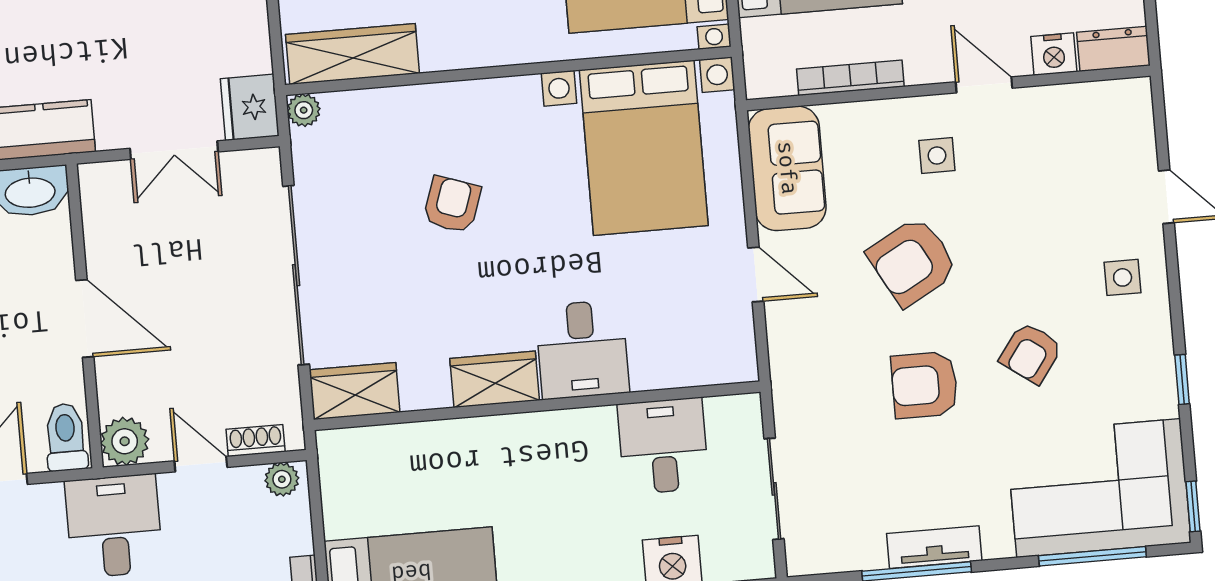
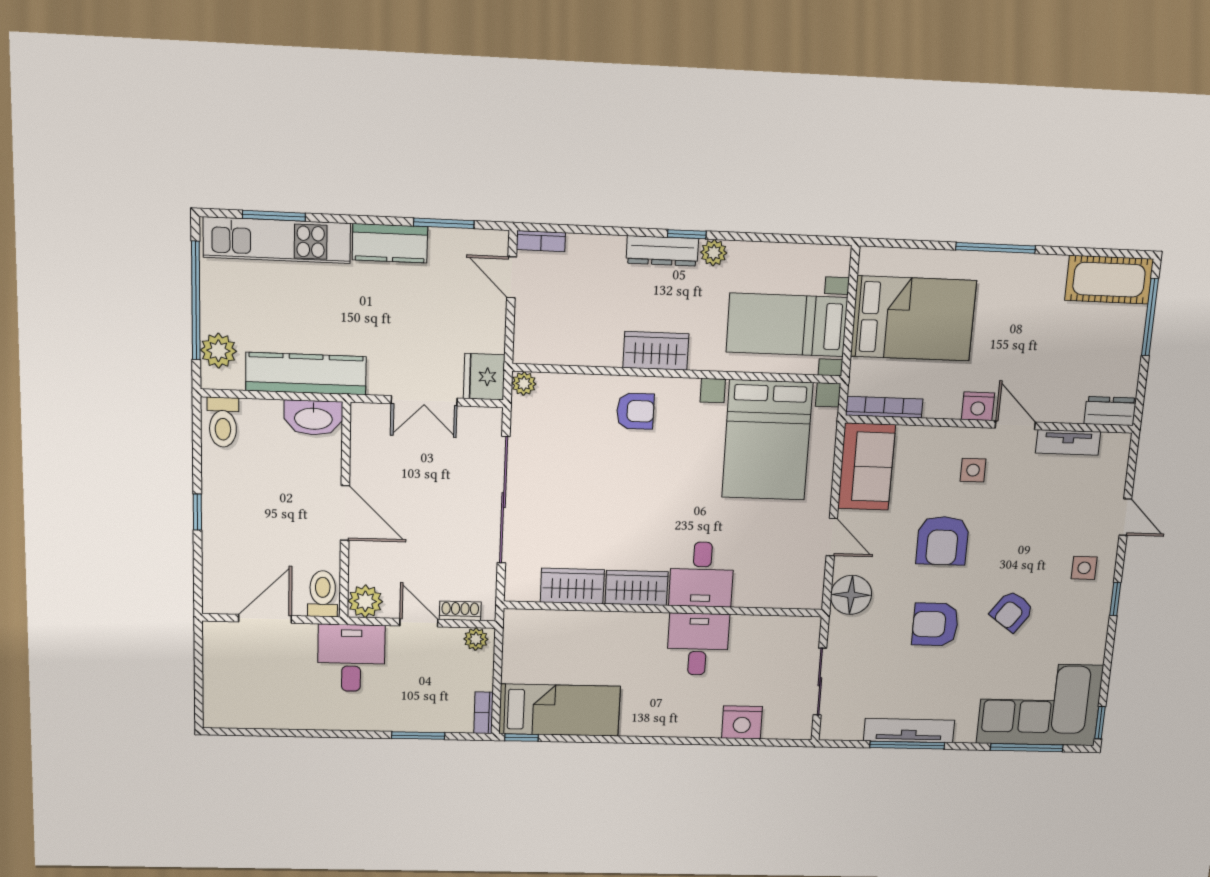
wardrobe: (352, 54) -> (656, 351), moved, width x0.67
nightstand: (1054, 54) -> (978, 406), moved
bookcase: (850, 78) -> (884, 407), moved
tv unit: (1063, 100) -> (1068, 442), added
armchair: (452, 205) -> (635, 411), moved, turned 71
armchair: (912, 261) -> (942, 541), turned -61
floor lamp: (797, 355) -> (851, 595), added
window: (1182, 379) -> (1115, 599), moved
wardrobe: (355, 391) -> (572, 586), moved
desk: (663, 446) -> (698, 644), moved
tv unit: (934, 547) -> (909, 731), width x1.41

